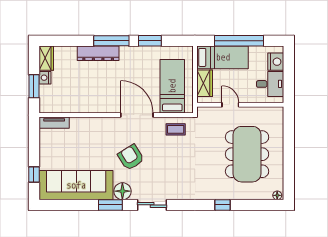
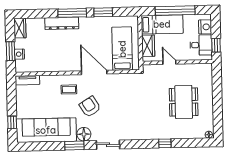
nightstand: (45, 78) -> (19, 54), moved
window: (289, 85) -> (216, 45), added
coffee table: (176, 129) -> (69, 89), moved
dining table: (247, 154) -> (184, 102), width x0.73, depth x0.80

